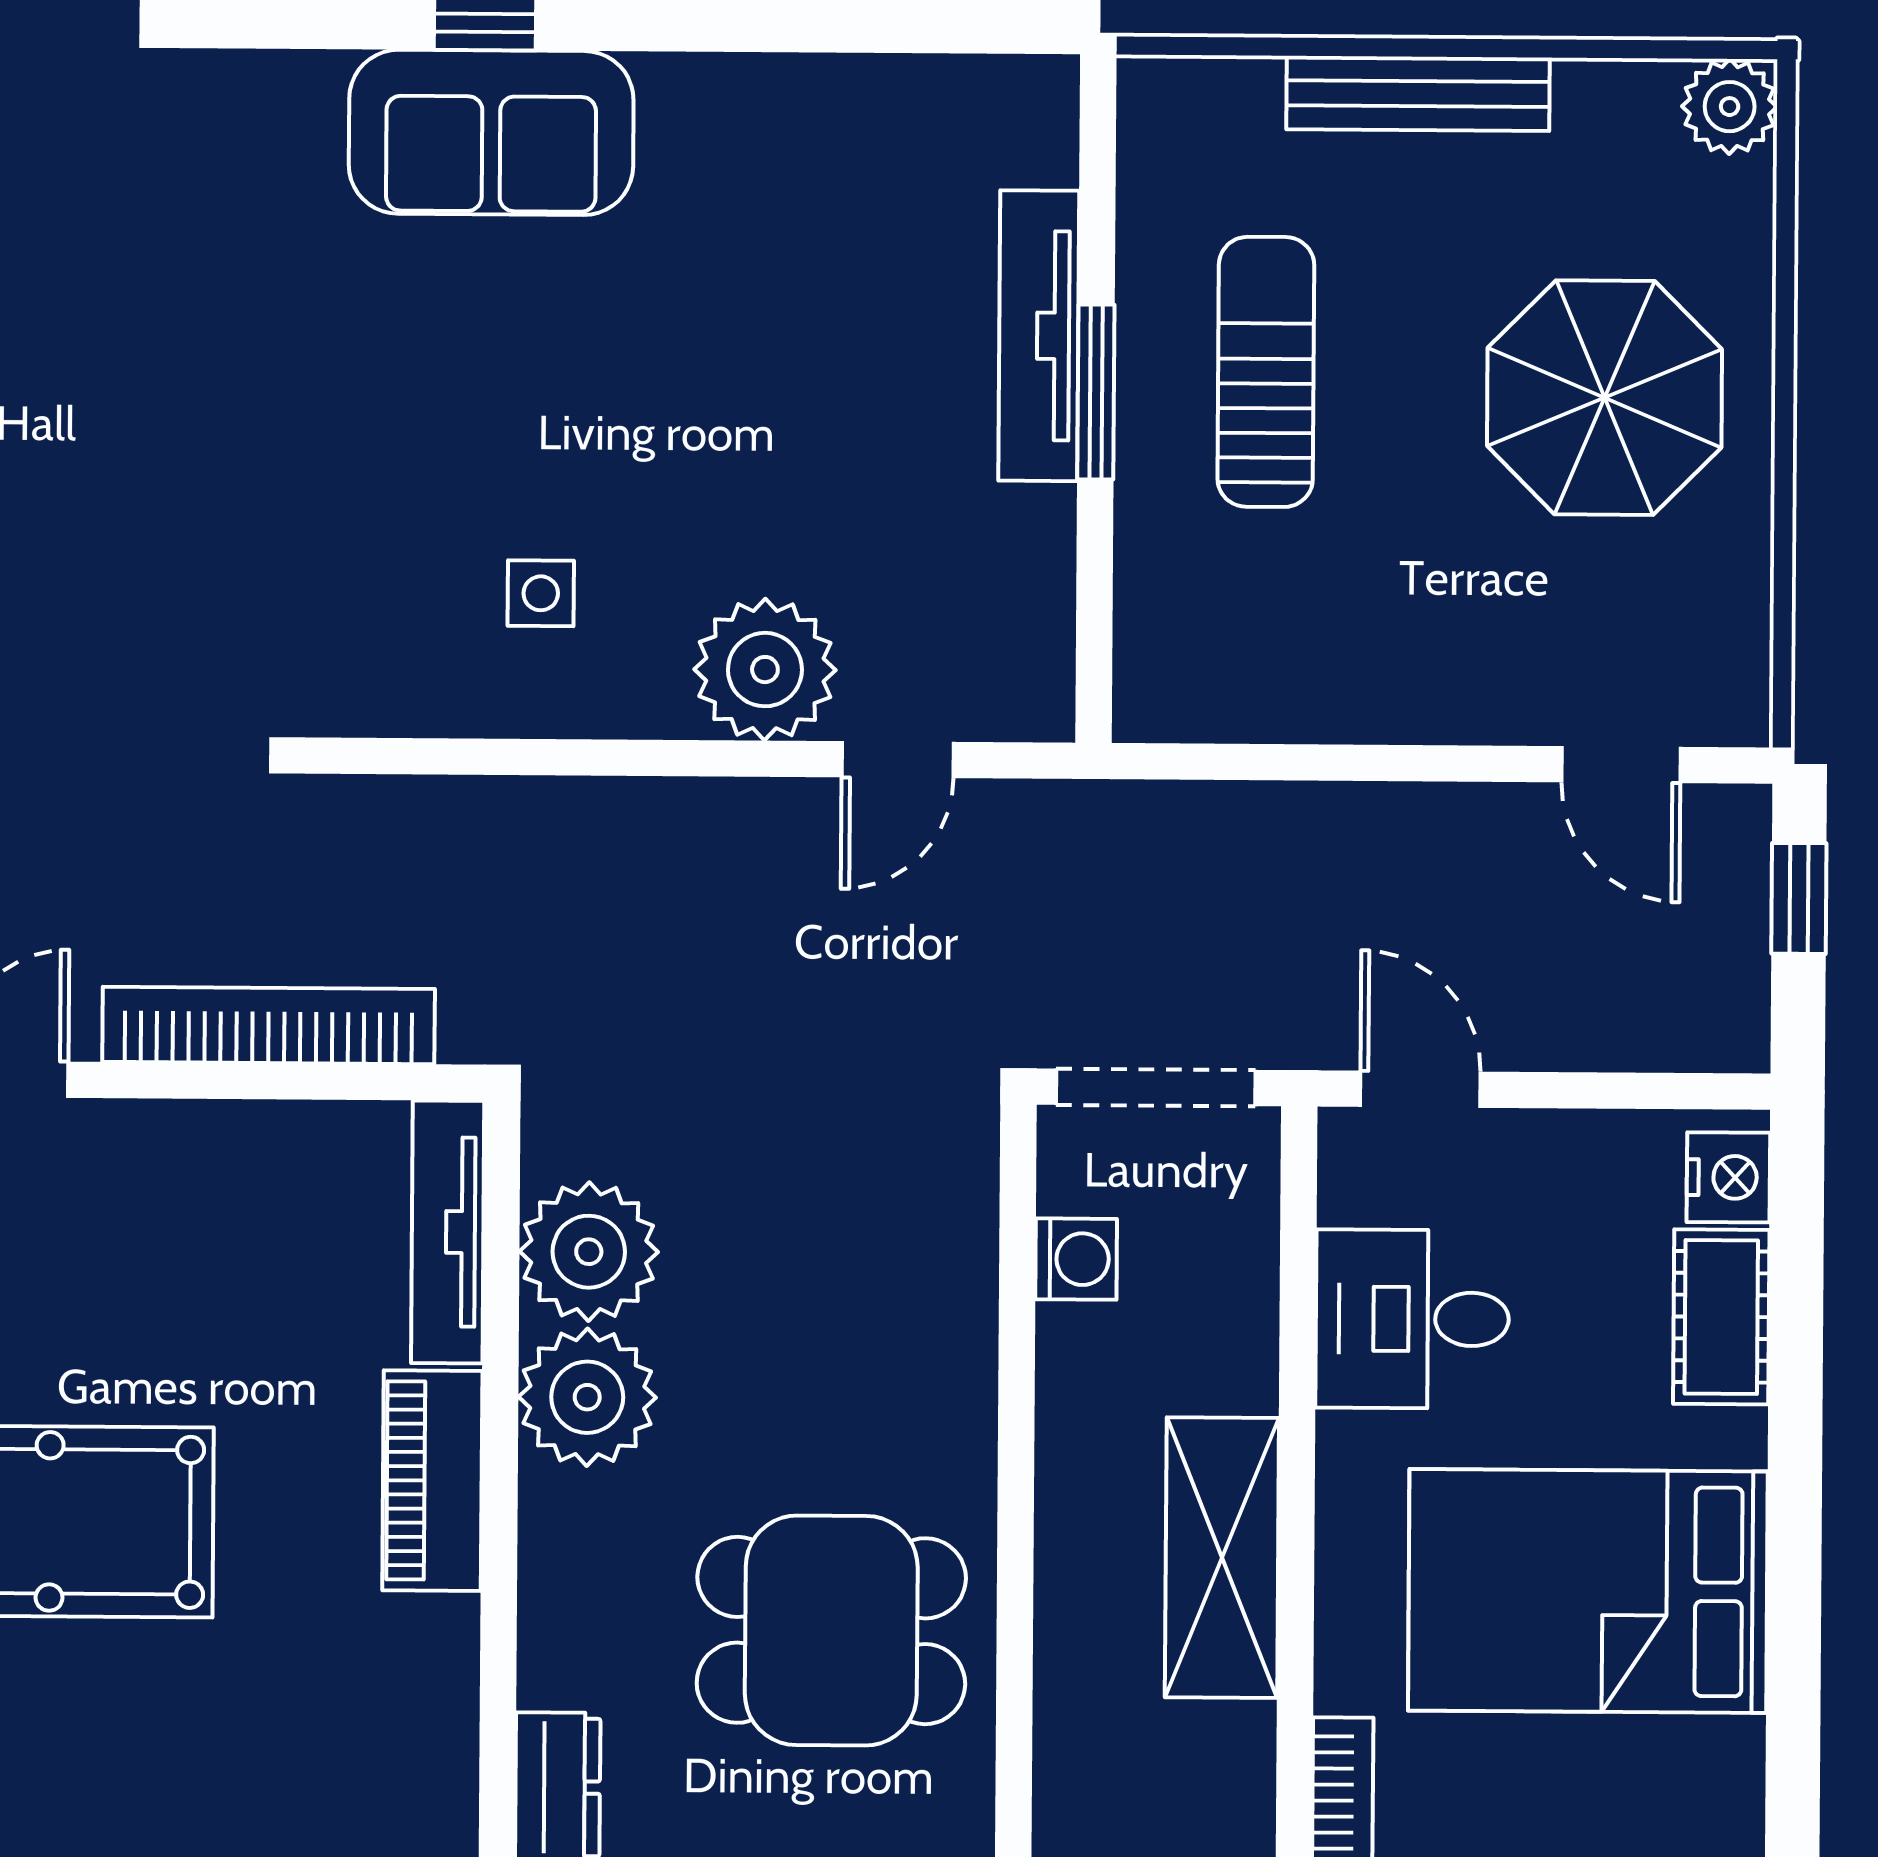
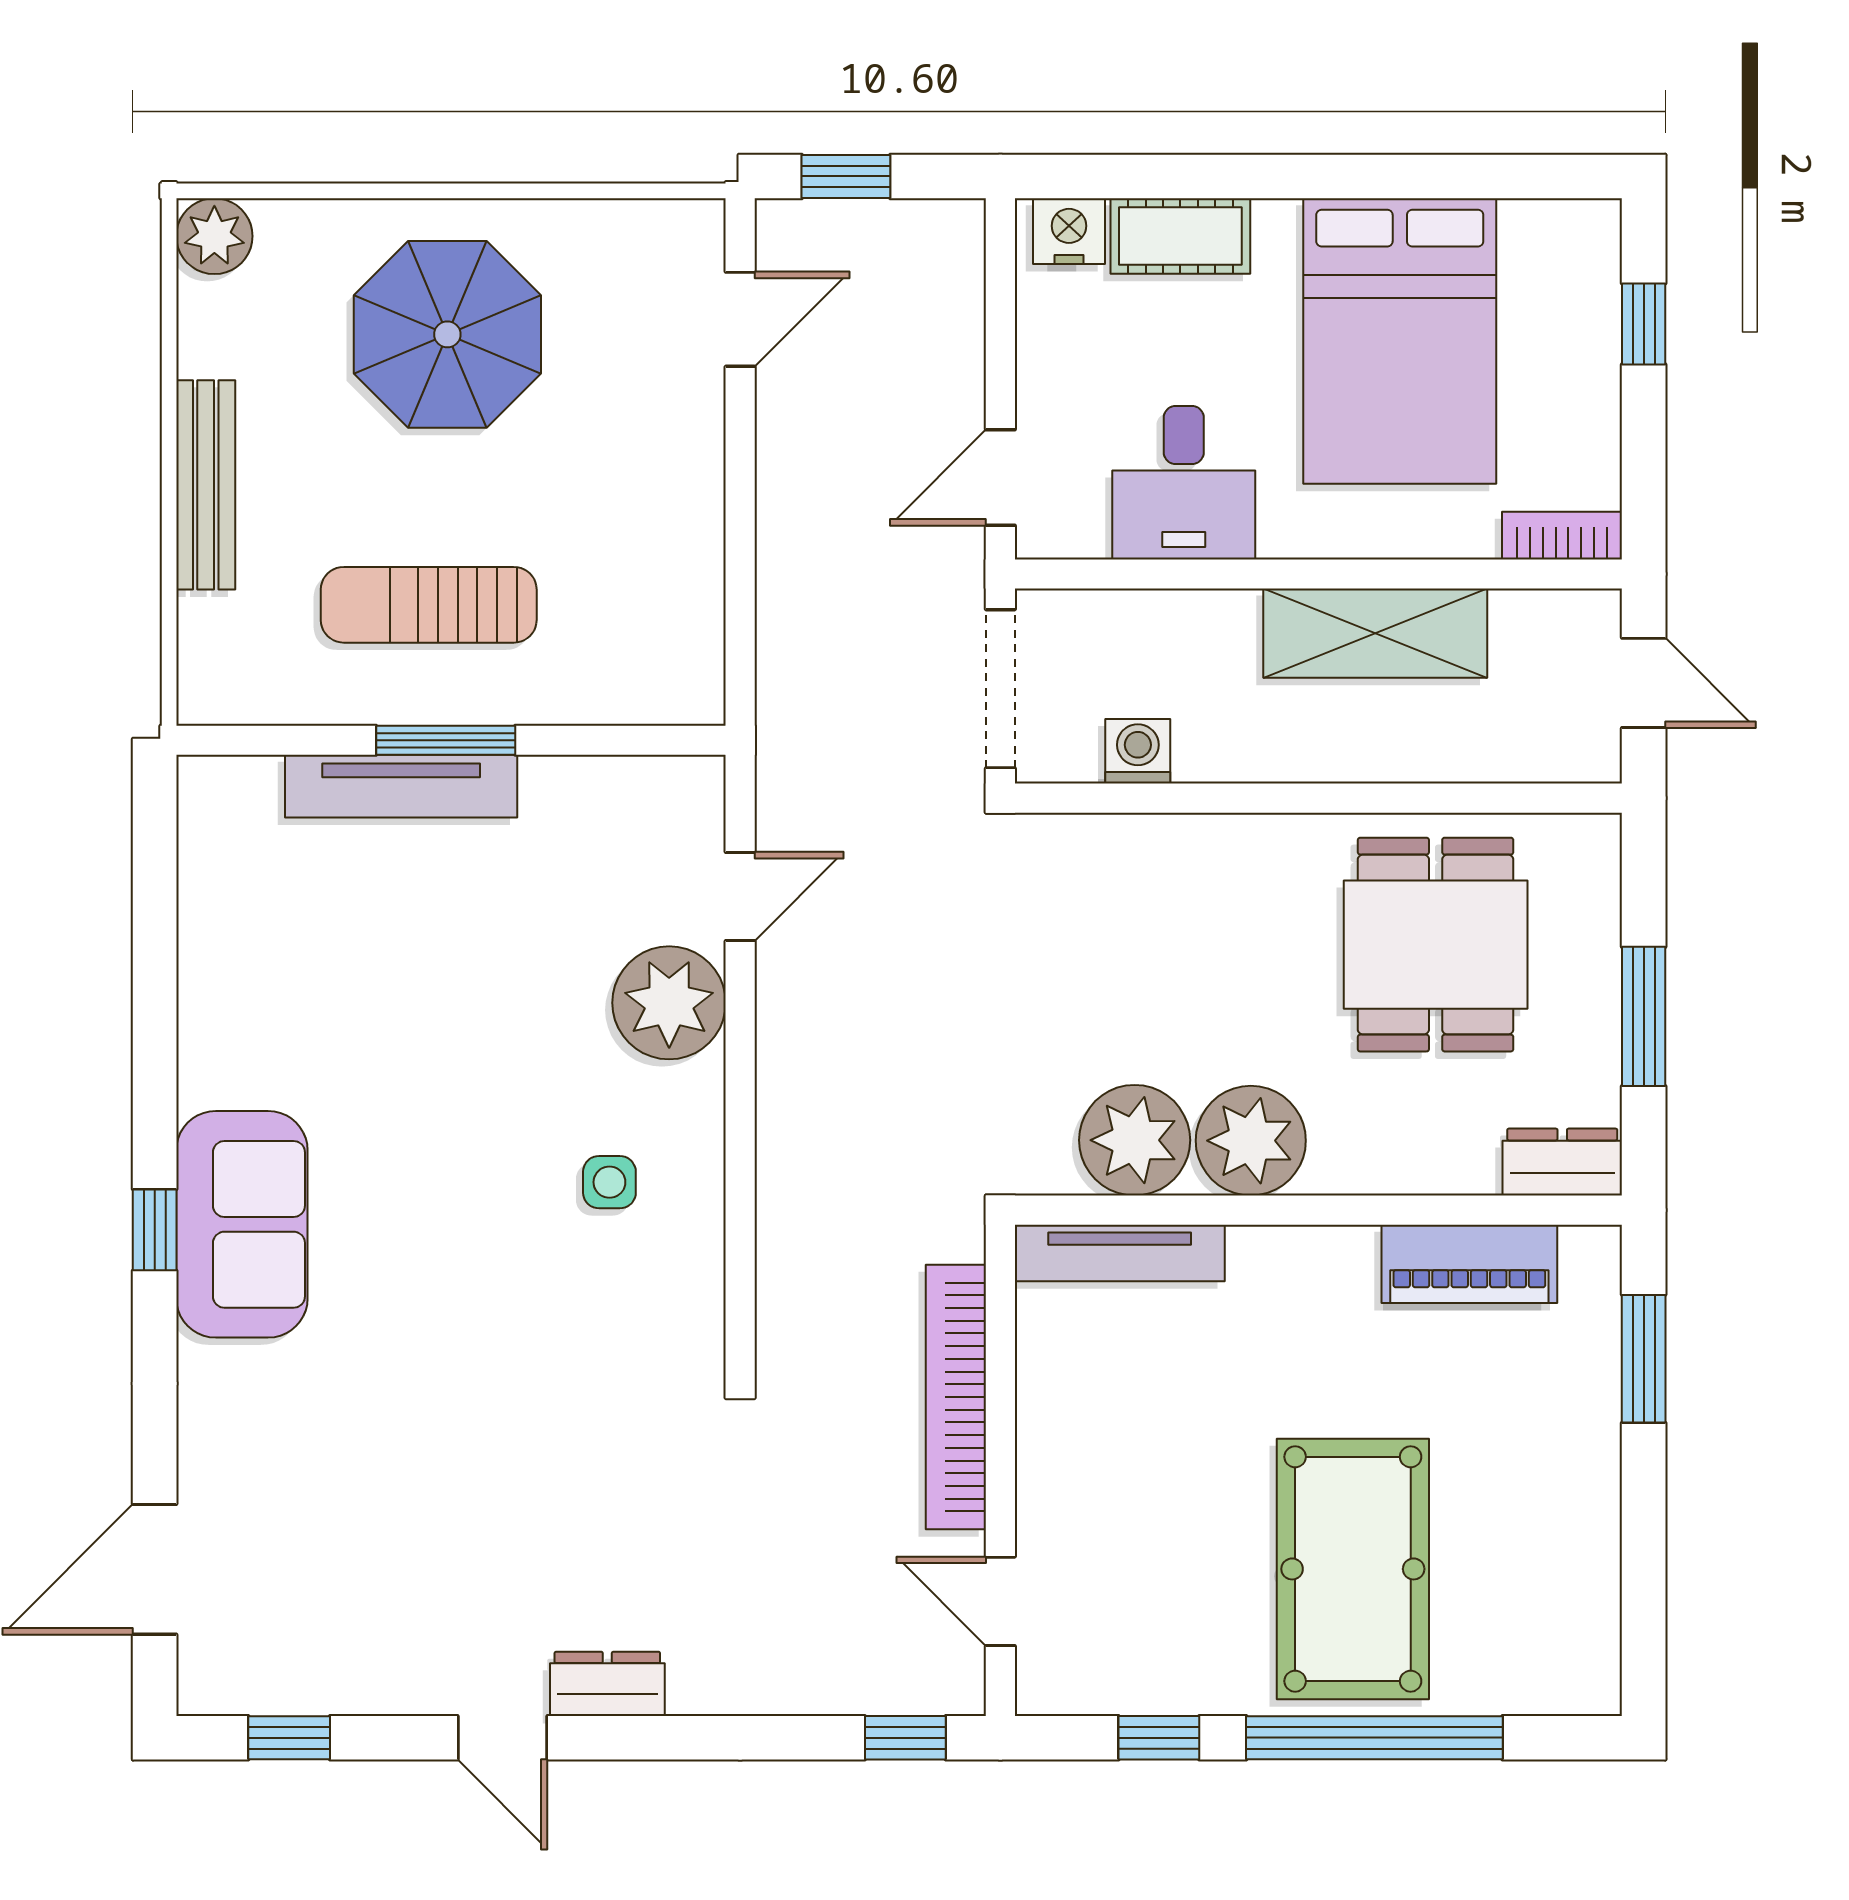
door: (898, 760) -> (740, 896), hinge flipped
piano: (432, 1481) -> (1469, 1264), moved

